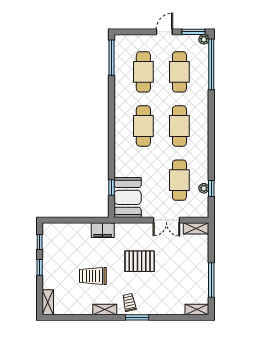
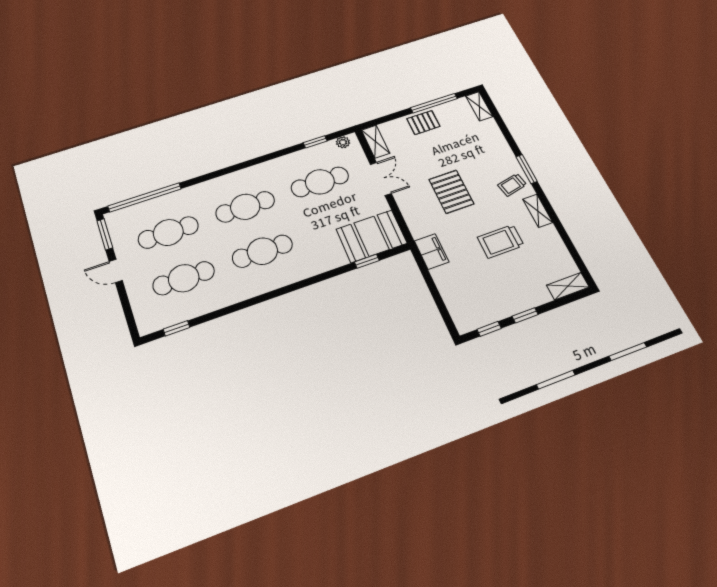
plant: (204, 39) -> (112, 218), removed
window: (112, 58) -> (176, 328), width x0.46
plant: (204, 188) -> (343, 142), moved
pallet: (199, 266) -> (423, 123), added
trolley: (93, 276) -> (501, 241), turned 90

